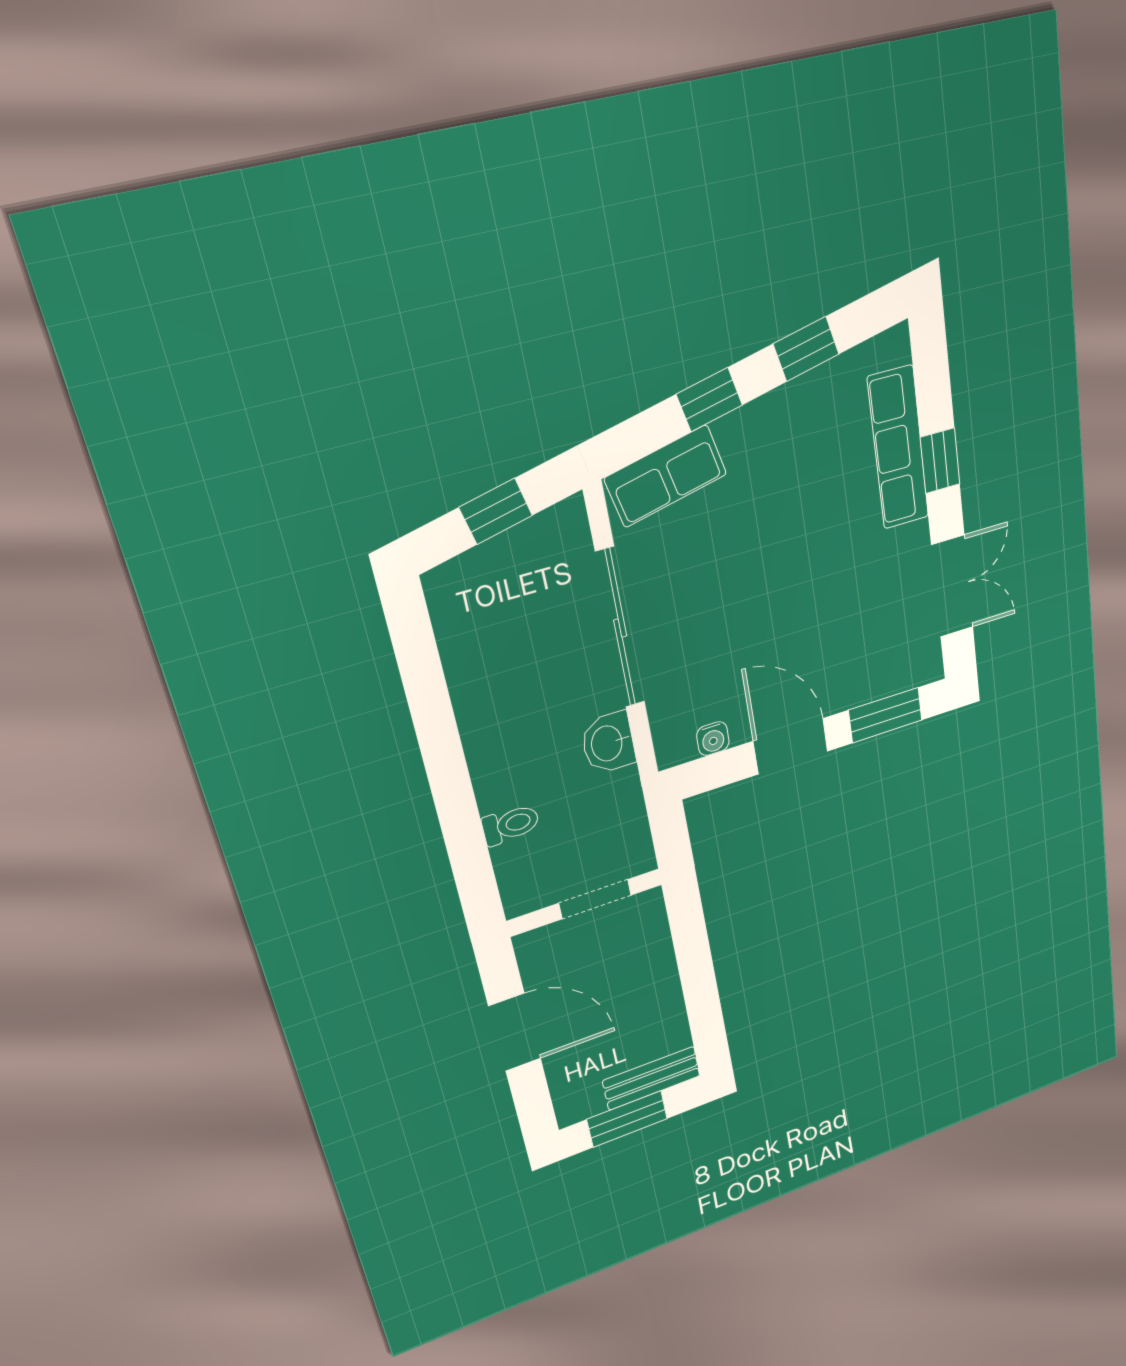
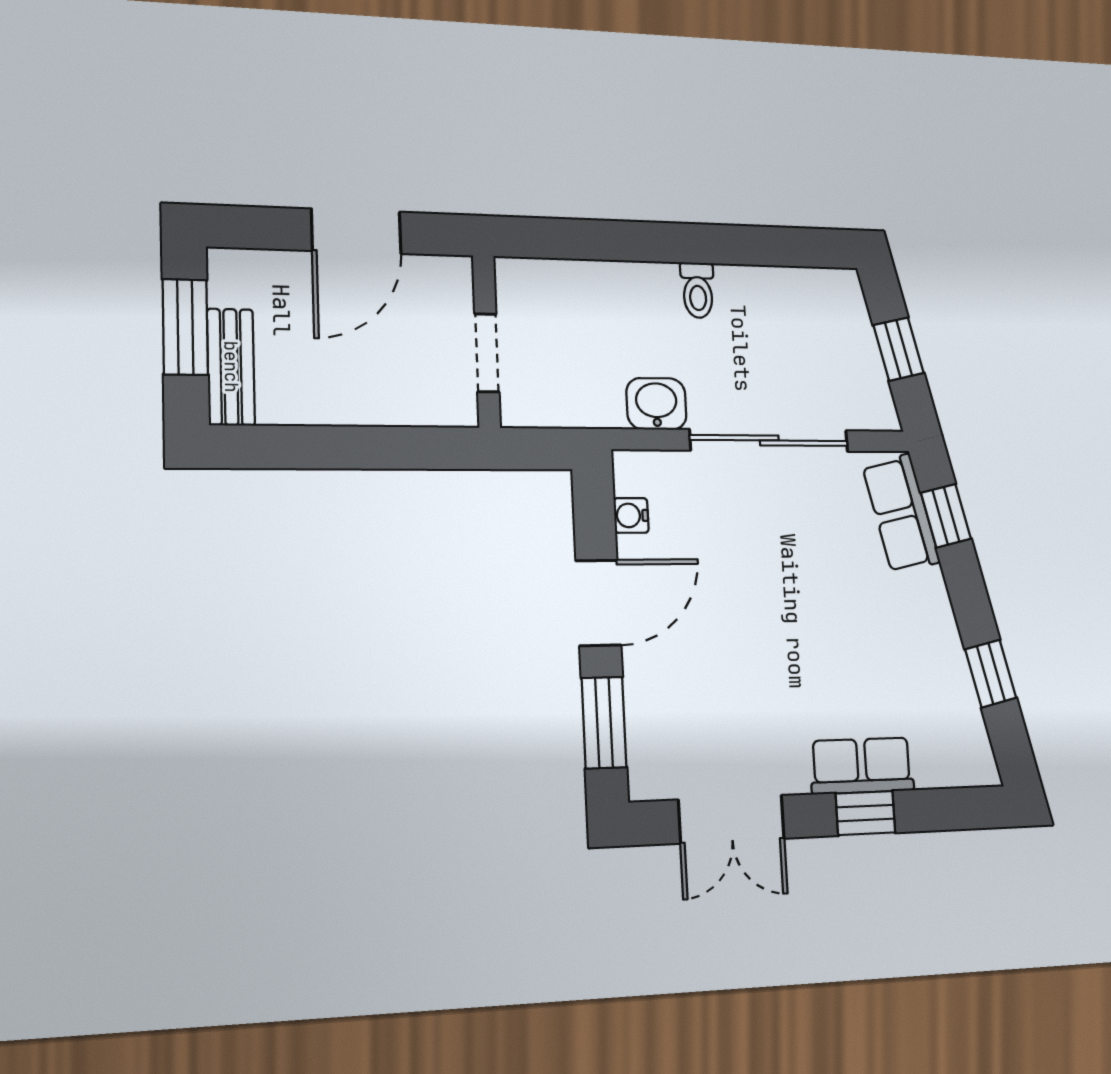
window: (709, 400) -> (946, 516), moved
row of seats: (898, 448) -> (862, 766), width x0.68
toilet: (511, 825) -> (698, 290), moved

